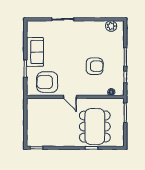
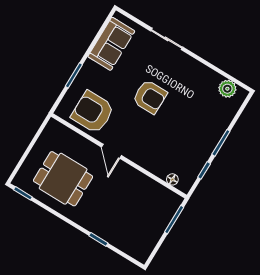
sofa: (35, 52) -> (111, 44), moved
armchair: (95, 66) -> (150, 97), moved
dining table: (95, 127) -> (63, 179), moved, width x0.73

